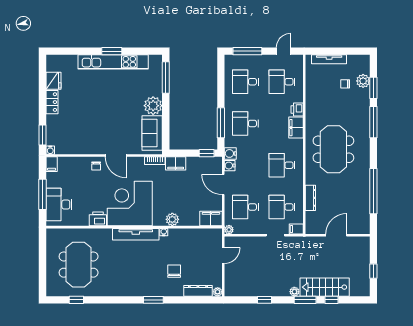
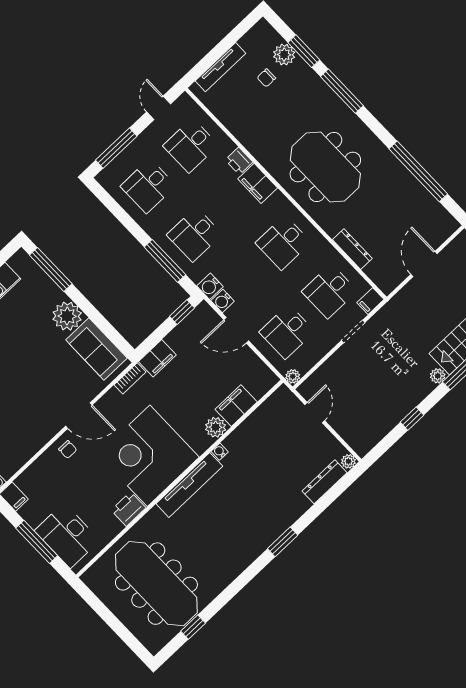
filing cabinet: (211, 219) -> (236, 406), moved
meeting table: (79, 265) -> (156, 584), width x1.36
chair: (174, 271) -> (275, 485), removed

